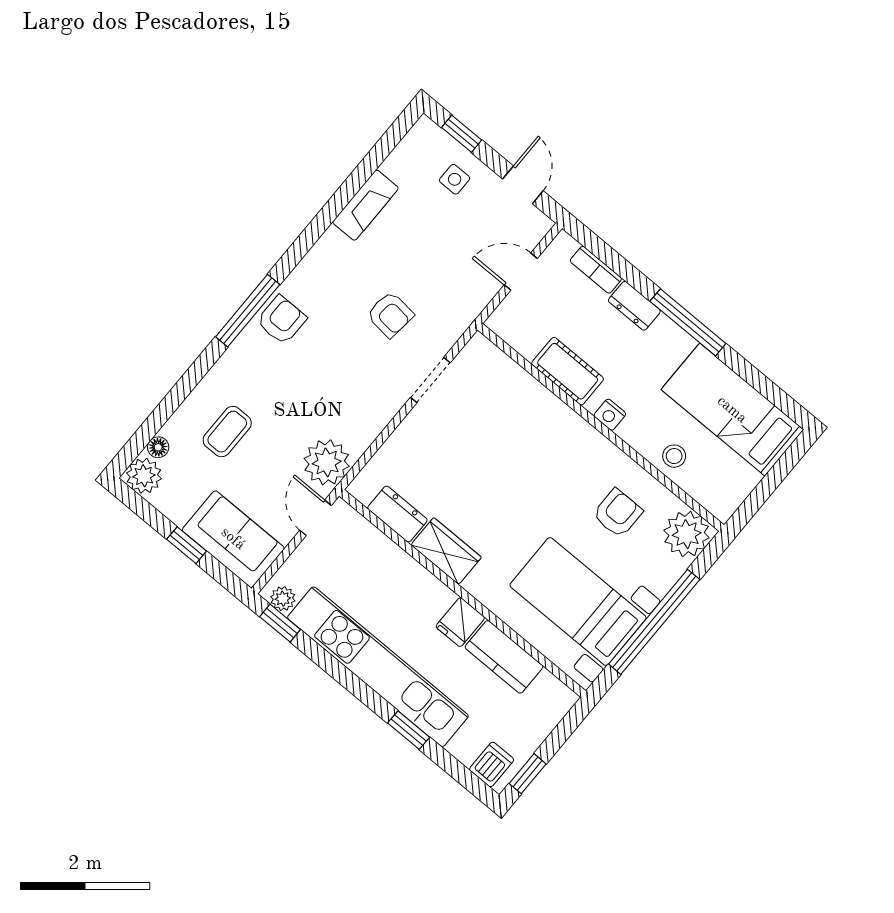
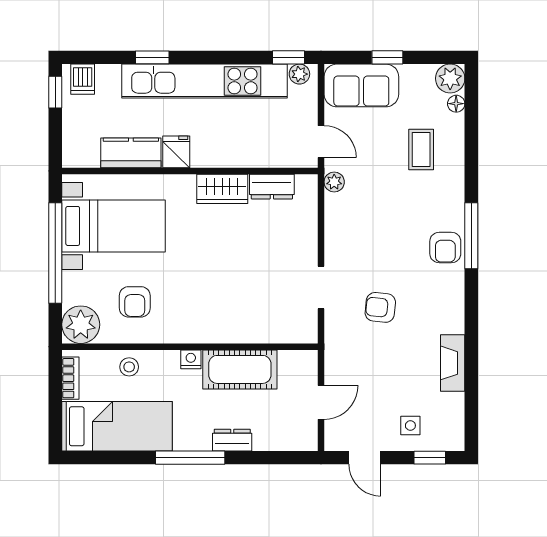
bookcase: (596, 270) -> (70, 378), moved, turned 90
cot: (568, 371) -> (240, 369), width x1.37, depth x1.34
plant: (327, 462) -> (334, 182), width x0.53, depth x0.53

